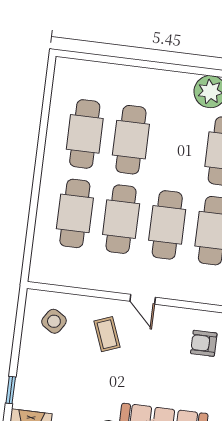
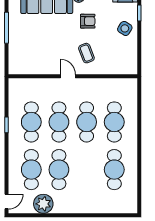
cafe table: (131, 140) -> (59, 170), moved
side table: (54, 321) -> (125, 28), moved
armchair: (204, 343) -> (88, 21), moved

